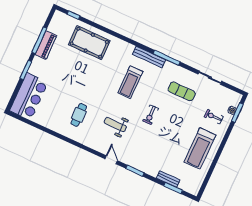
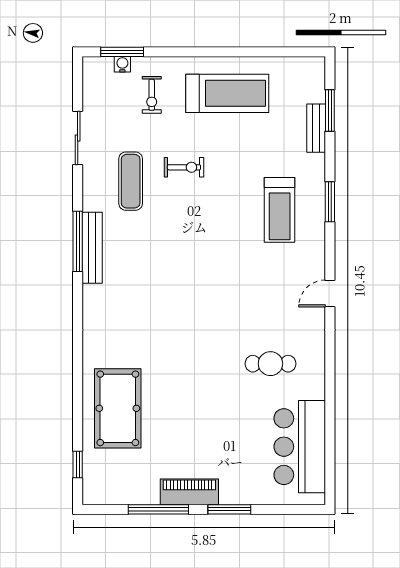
piano: (46, 45) -> (189, 492), moved
bench: (149, 57) -> (92, 248), moved
treadmill: (130, 82) -> (280, 210), moved, turned 90
bar counter: (29, 96) -> (300, 447), moved, turned -90
exercise bike: (151, 115) -> (184, 167), moved
weight bench: (115, 125) -> (256, 283), removed
door: (111, 160) -> (330, 293), moved

